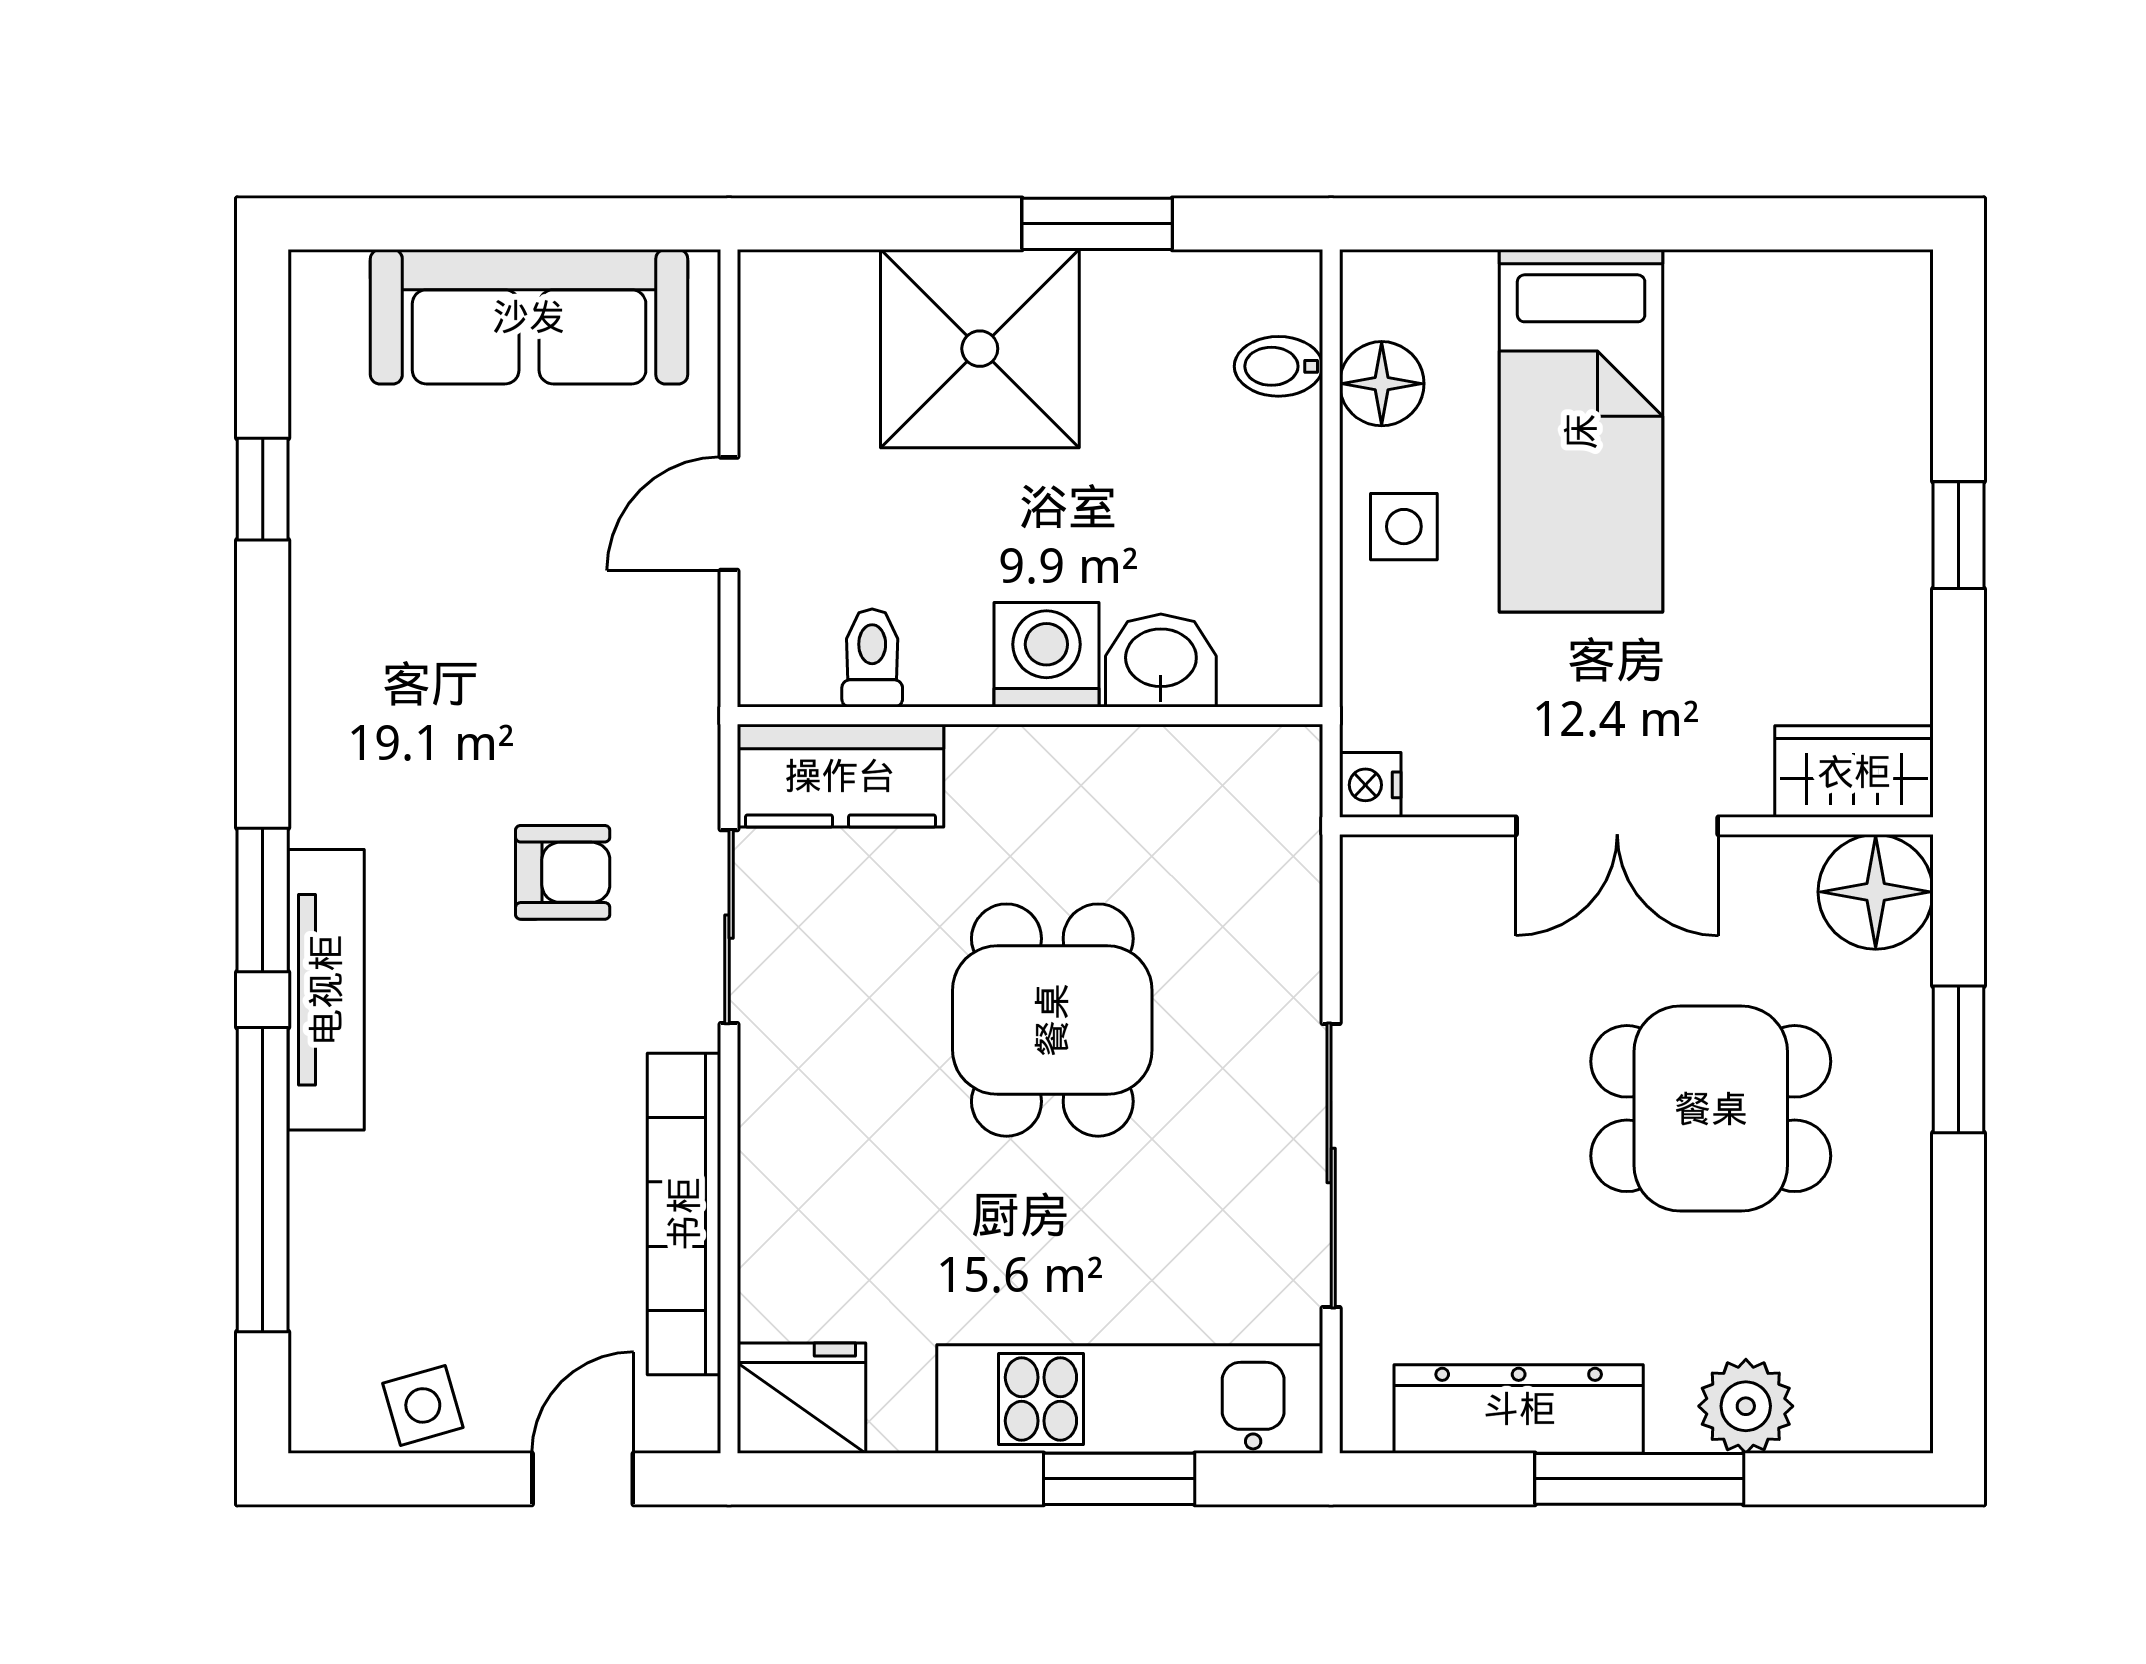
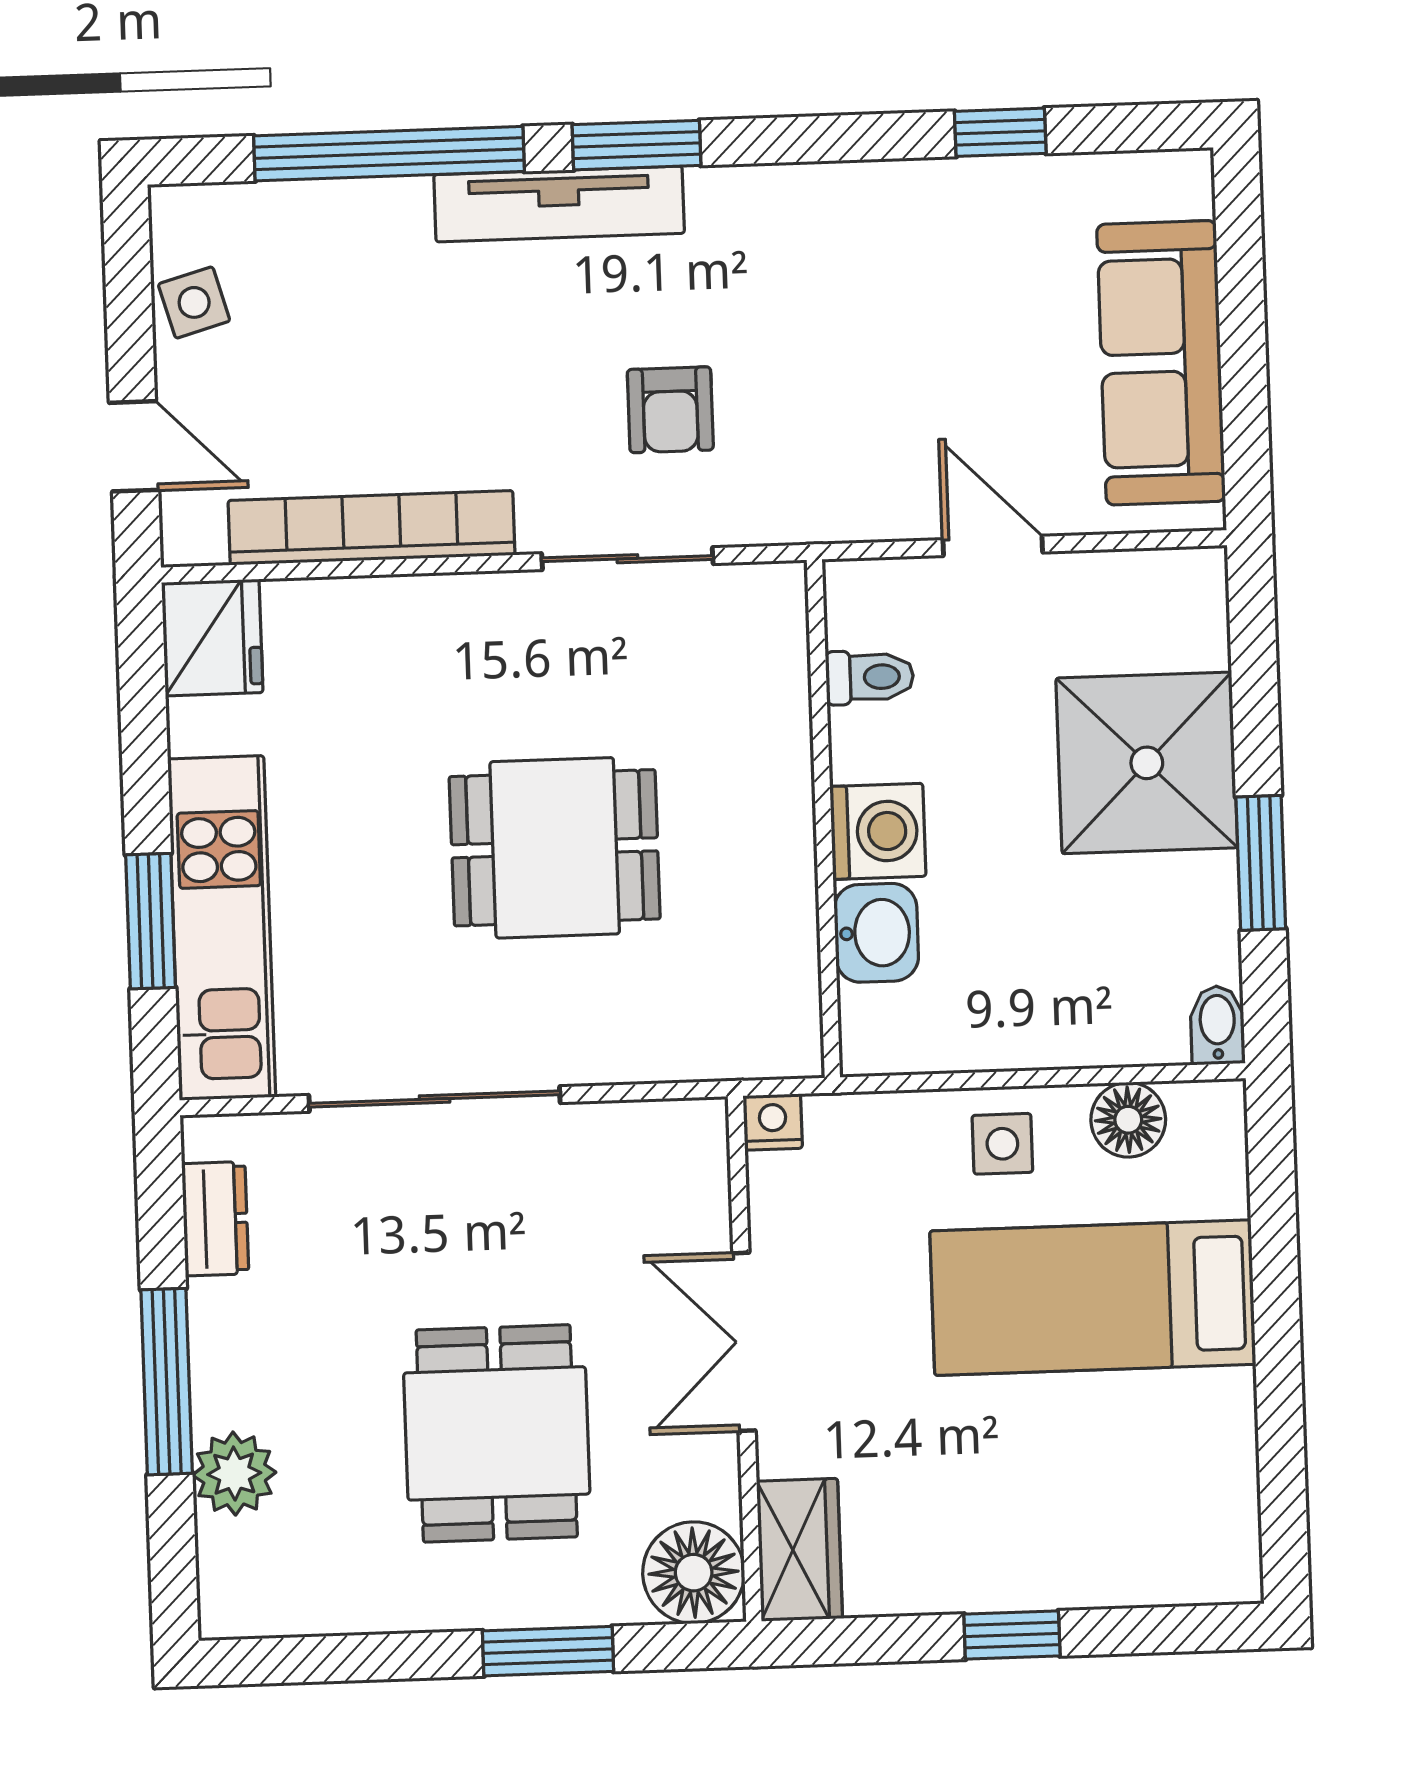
bidet: (1278, 366) -> (1217, 1025), moved
kitchen counter: (840, 776) -> (764, 653), removed
dresser: (1519, 1409) -> (215, 1219), width x0.51, depth x0.80

